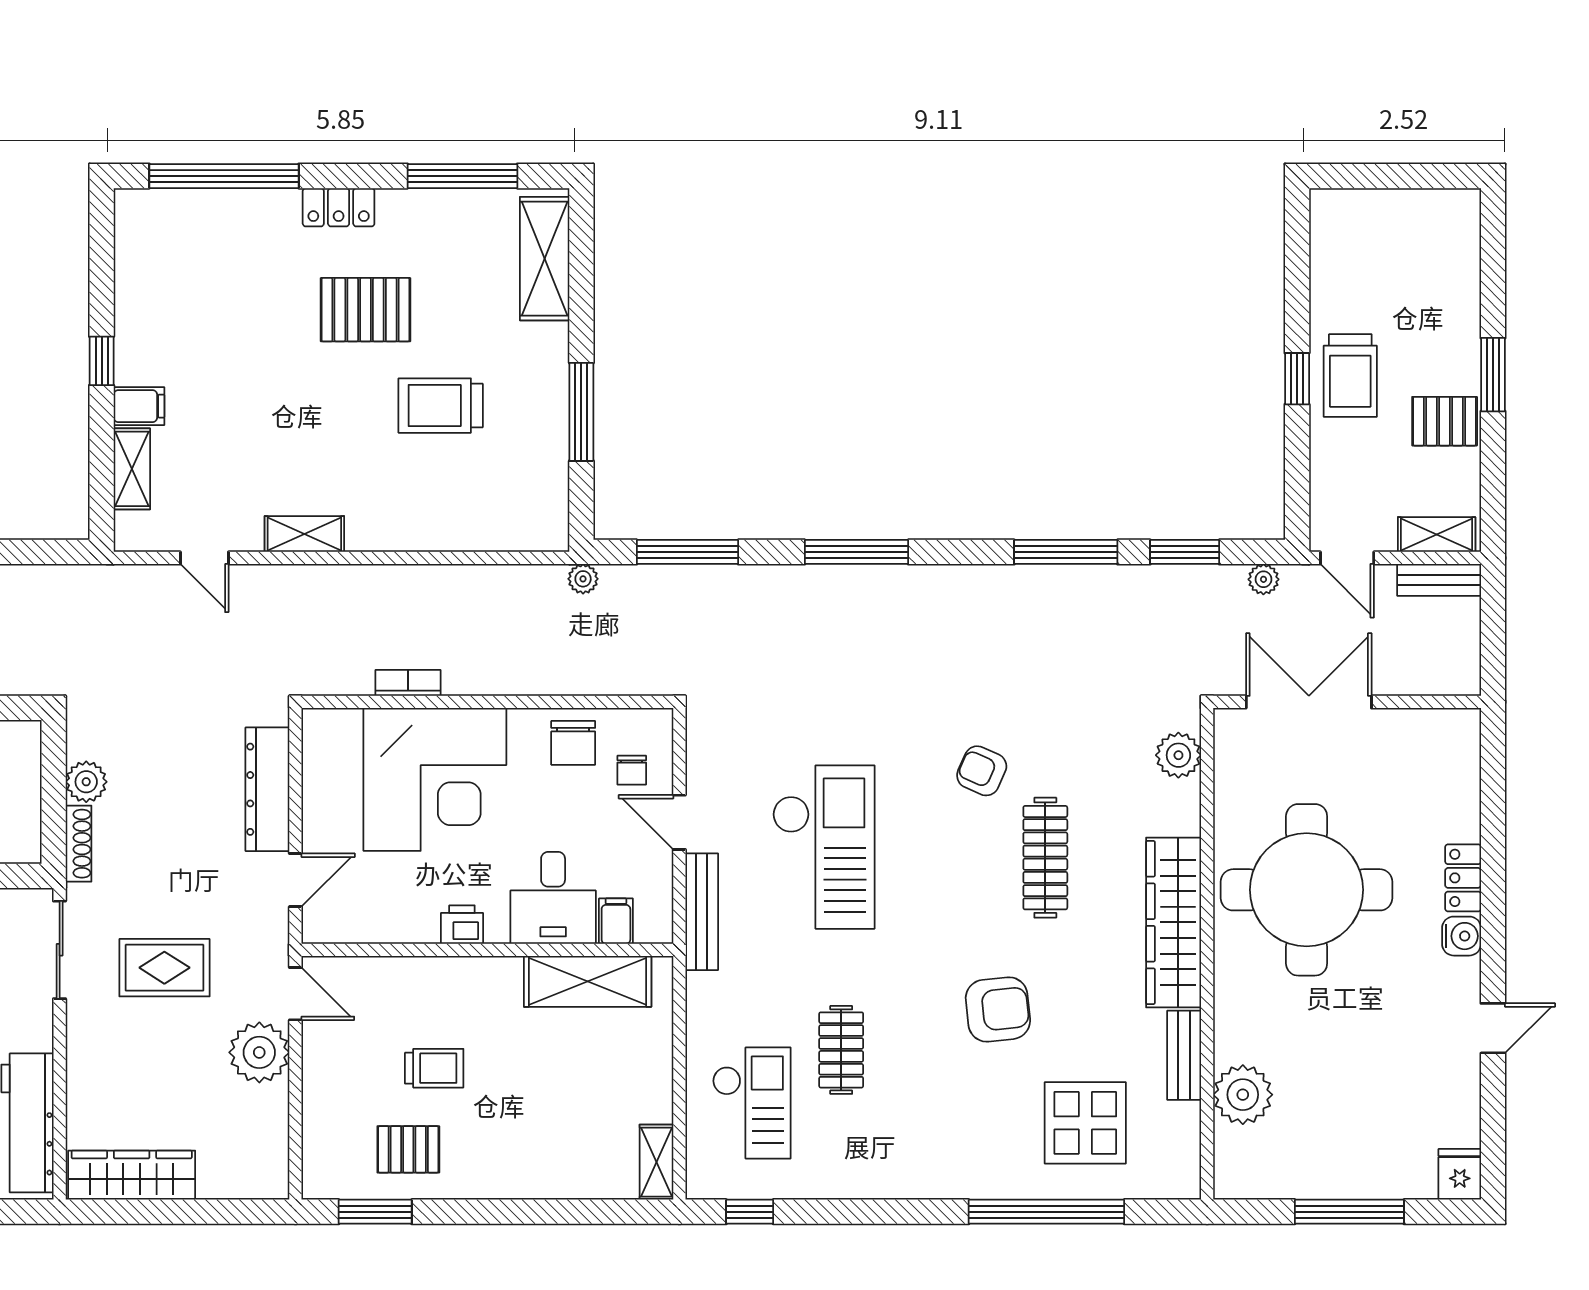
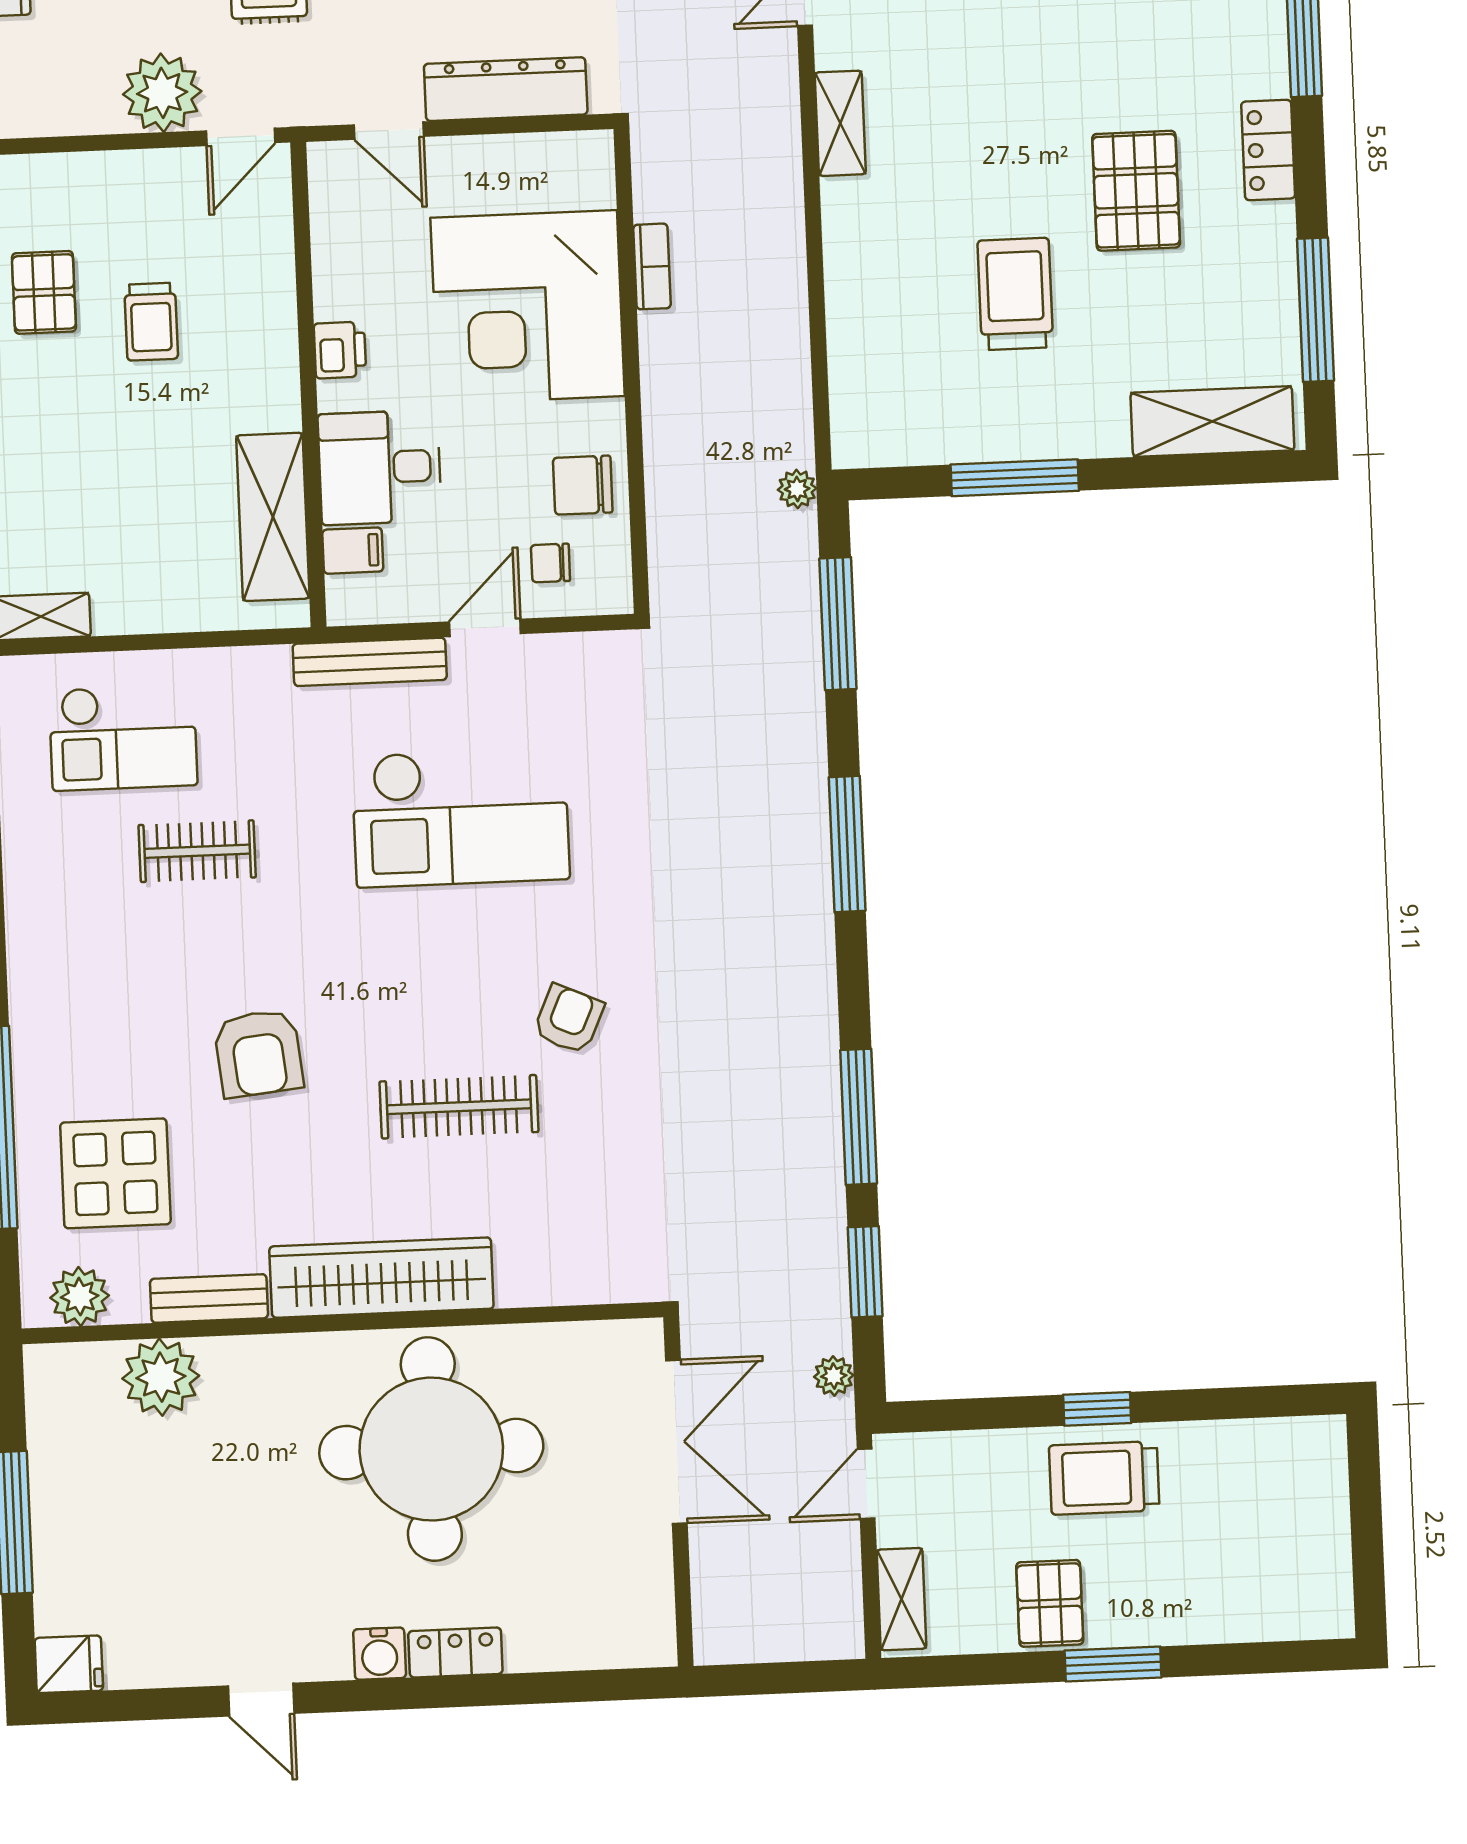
bench: (1439, 580) -> (842, 1605), removed
plant: (1178, 755) -> (80, 1297), moved

